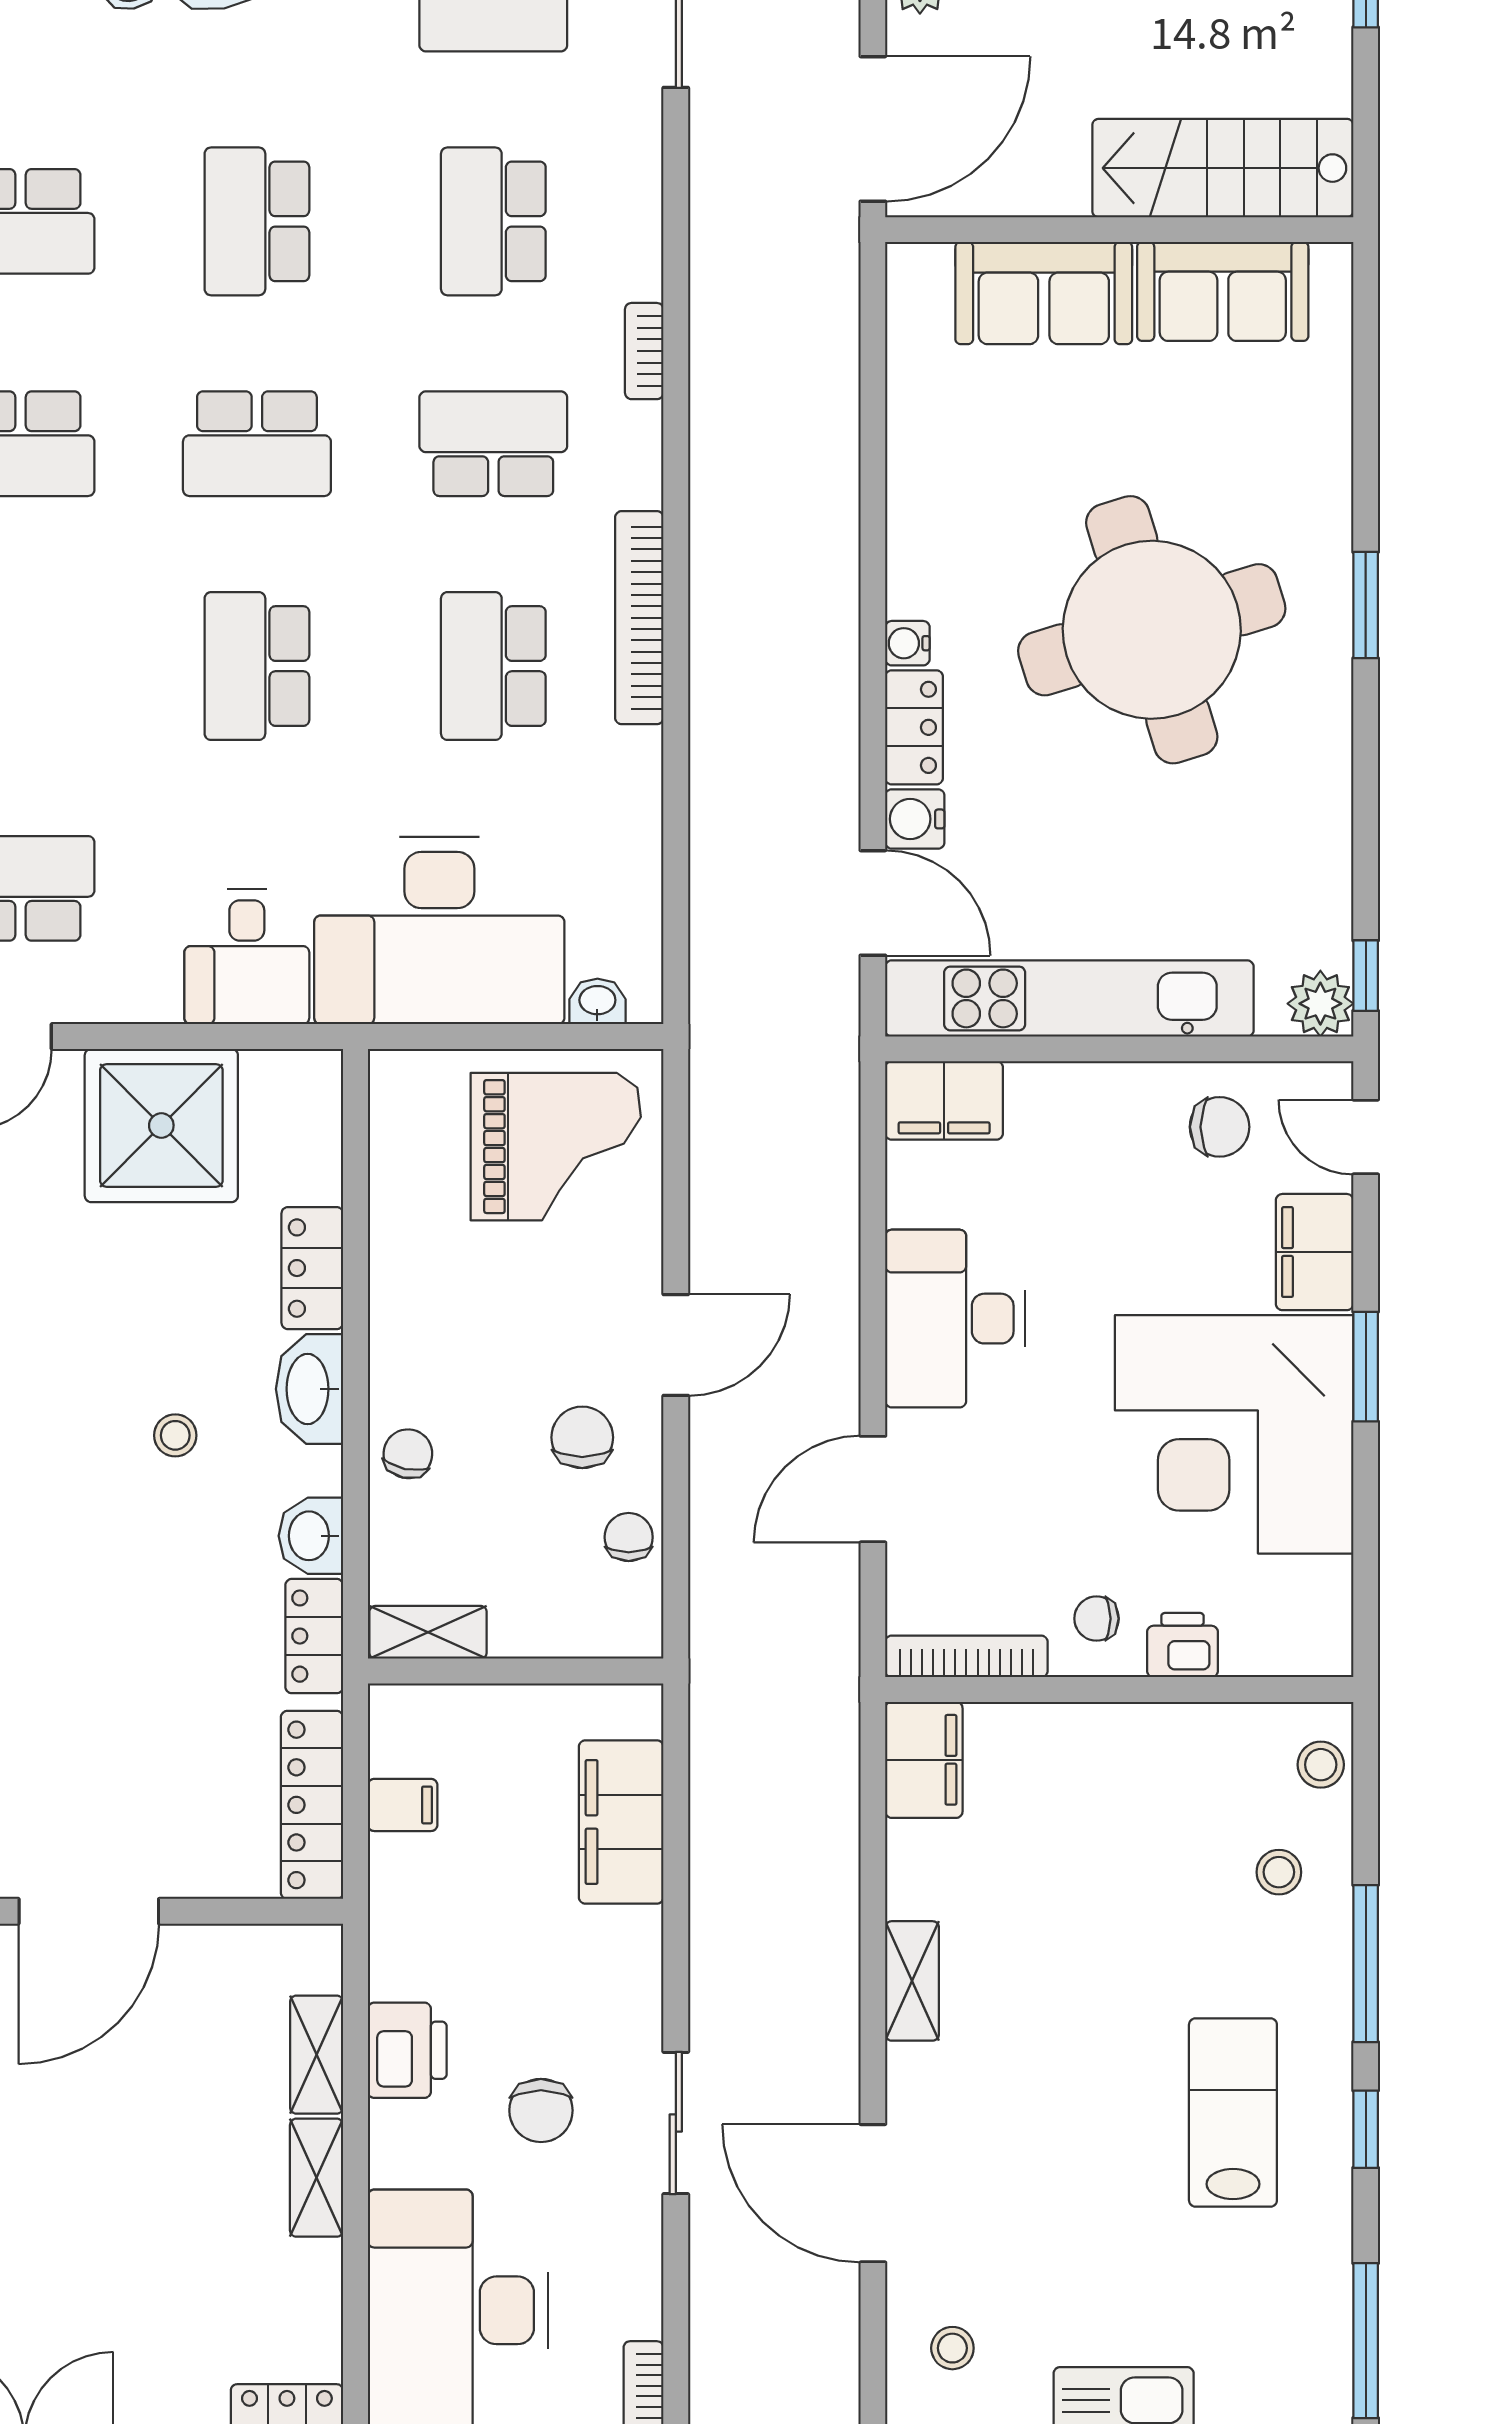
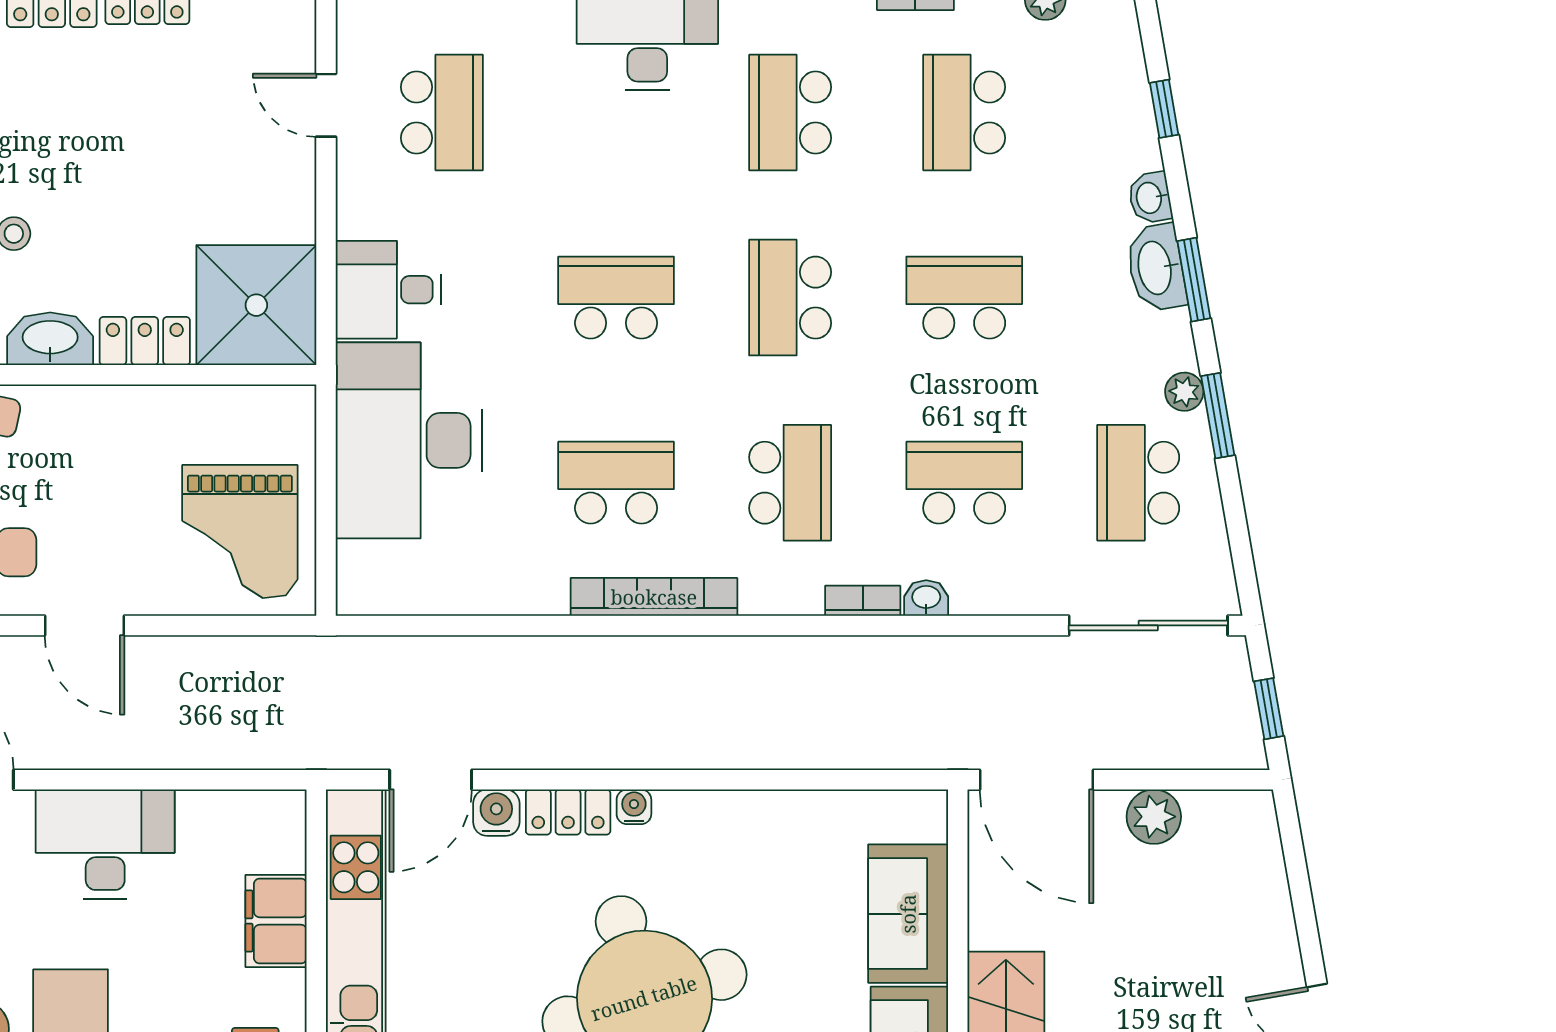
washbasin: (597, 1001) -> (926, 598), moved, turned -90
filing cabinet: (944, 1100) -> (276, 921), moved
shower: (161, 1125) -> (256, 305), moved

